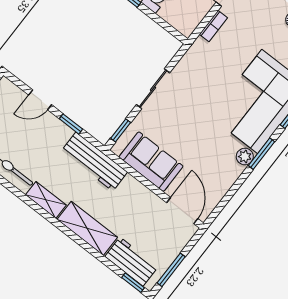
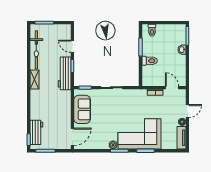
workbench: (94, 162) -> (65, 73), moved
shelving: (87, 228) -> (36, 105), removed

